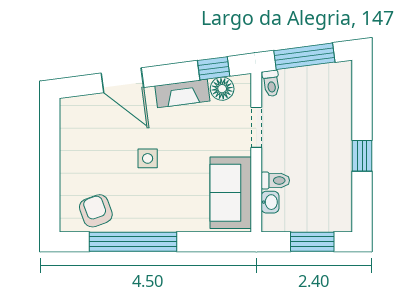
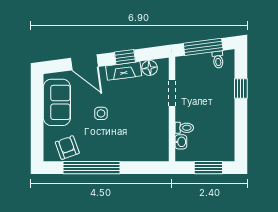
window: (214, 68) -> (125, 57), moved
toilet: (271, 83) -> (218, 60), moved
window: (362, 156) -> (241, 89), moved
sofa: (231, 193) -> (57, 102), moved, turned 180

